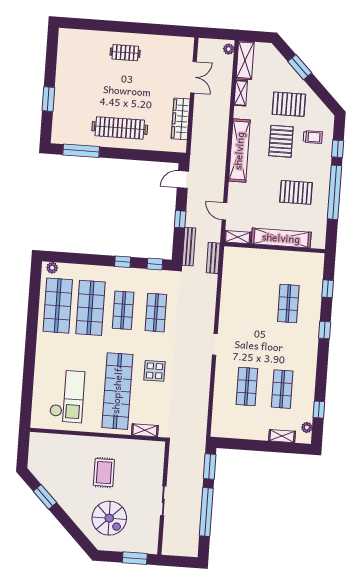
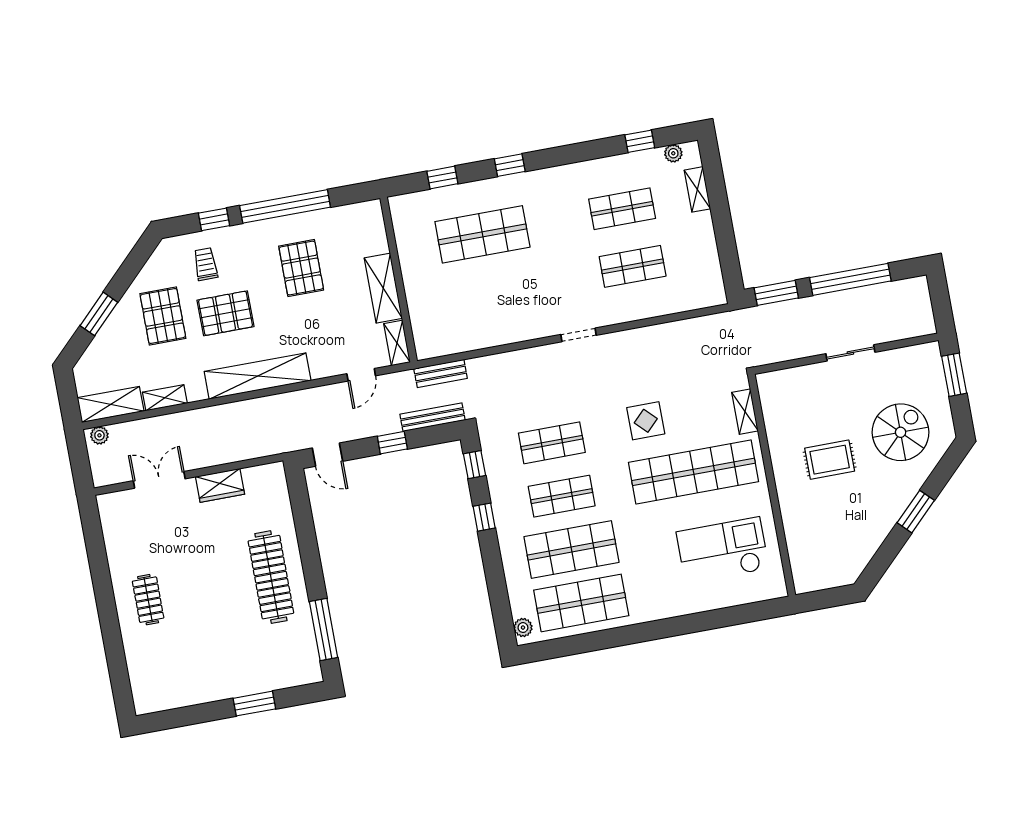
wardrobe: (181, 119) -> (220, 485), width x0.67
shelving: (281, 238) -> (383, 288), width x0.68
shop shelf: (288, 304) -> (482, 234), width x1.43, depth x1.36
window: (45, 497) -> (916, 512), moved

